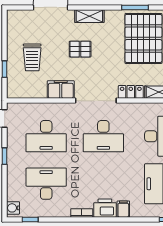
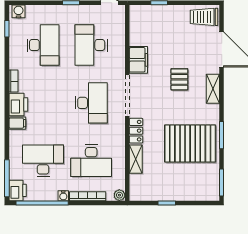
trolley: (32, 57) -> (204, 17), moved
desk: (103, 136) -> (91, 103), turned 180

